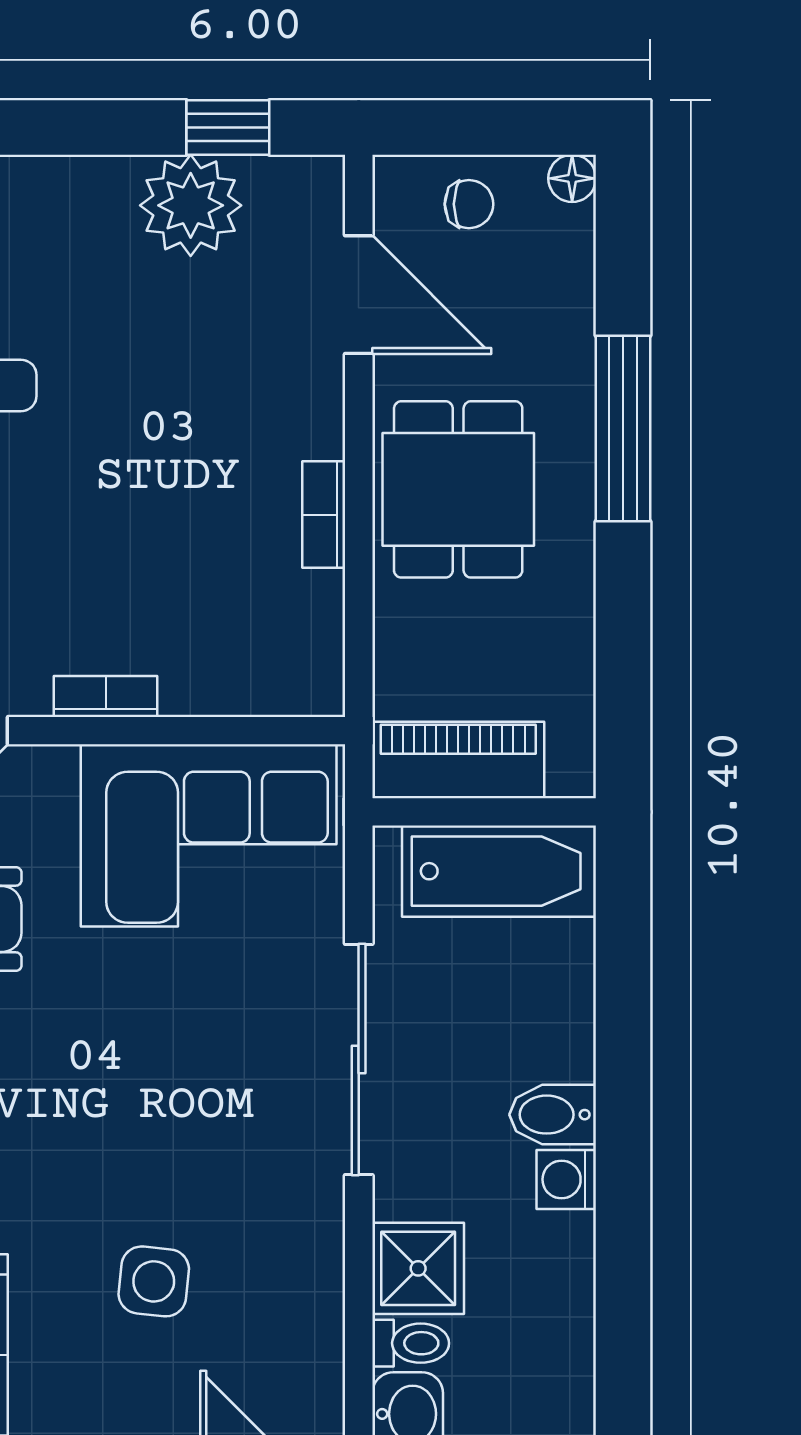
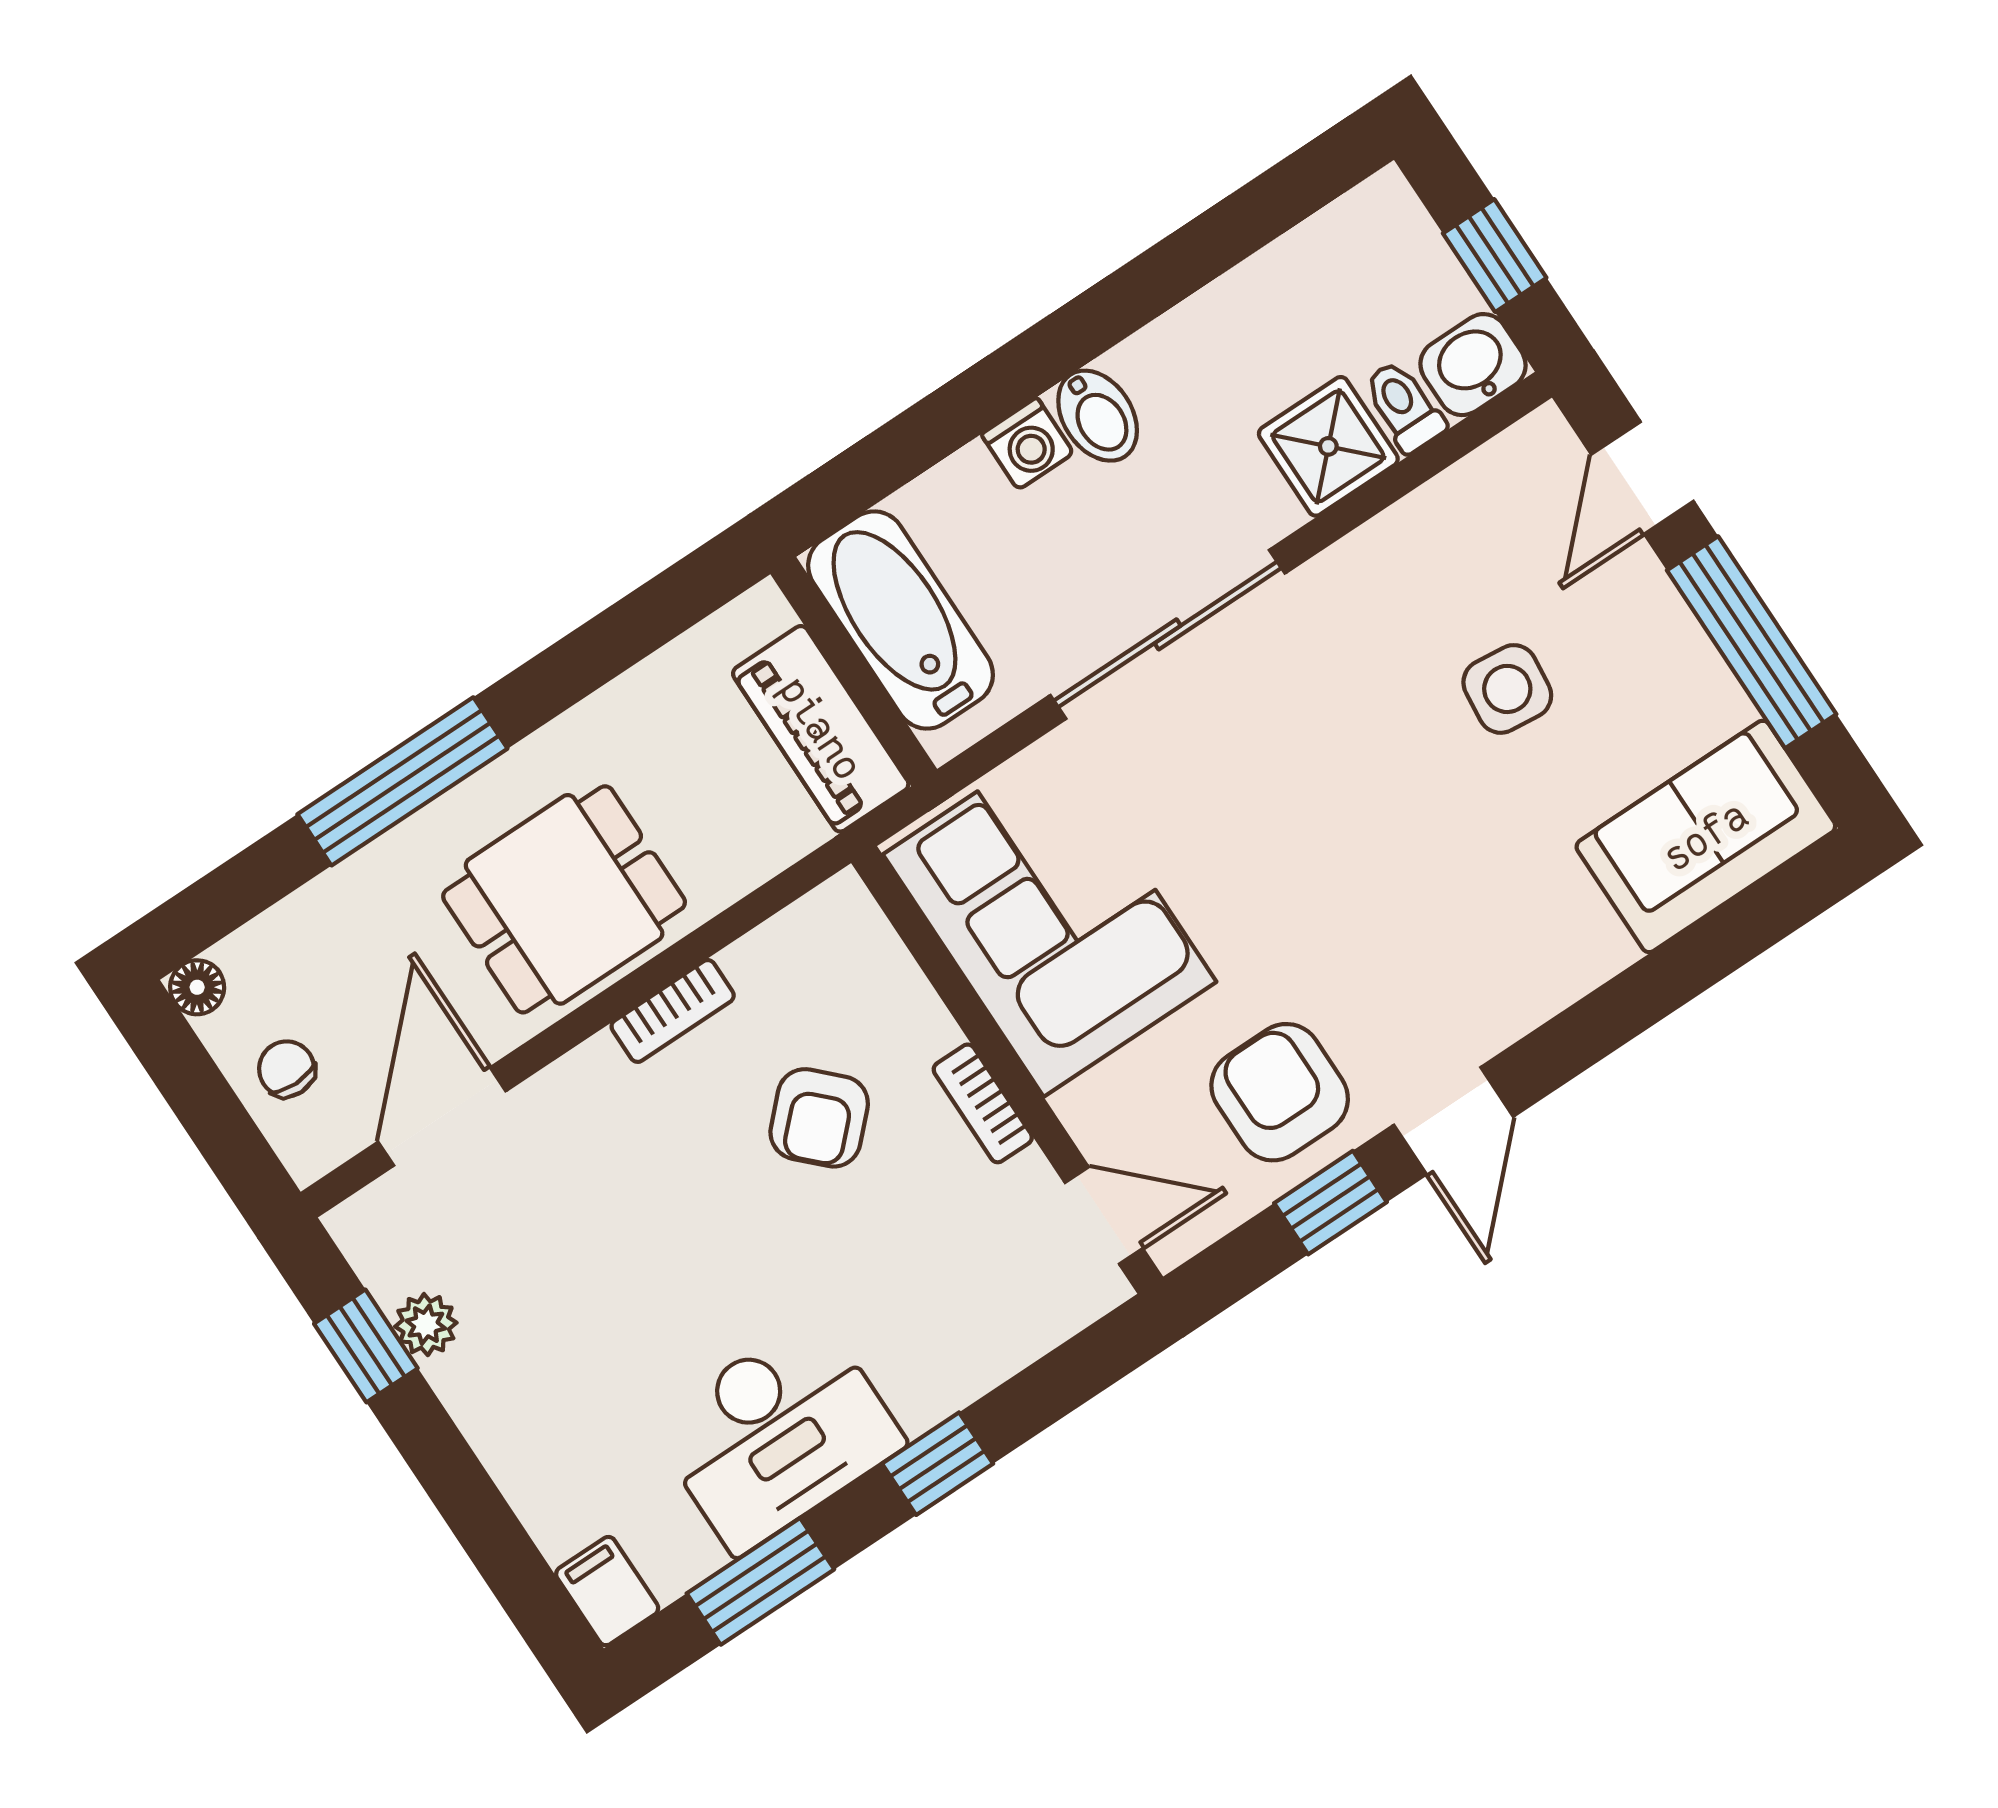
plant: (191, 205) -> (426, 1325), width x0.53, depth x0.53
armchair: (174, 570) -> (819, 1118), added
washing machine: (566, 1179) -> (1027, 444), moved

